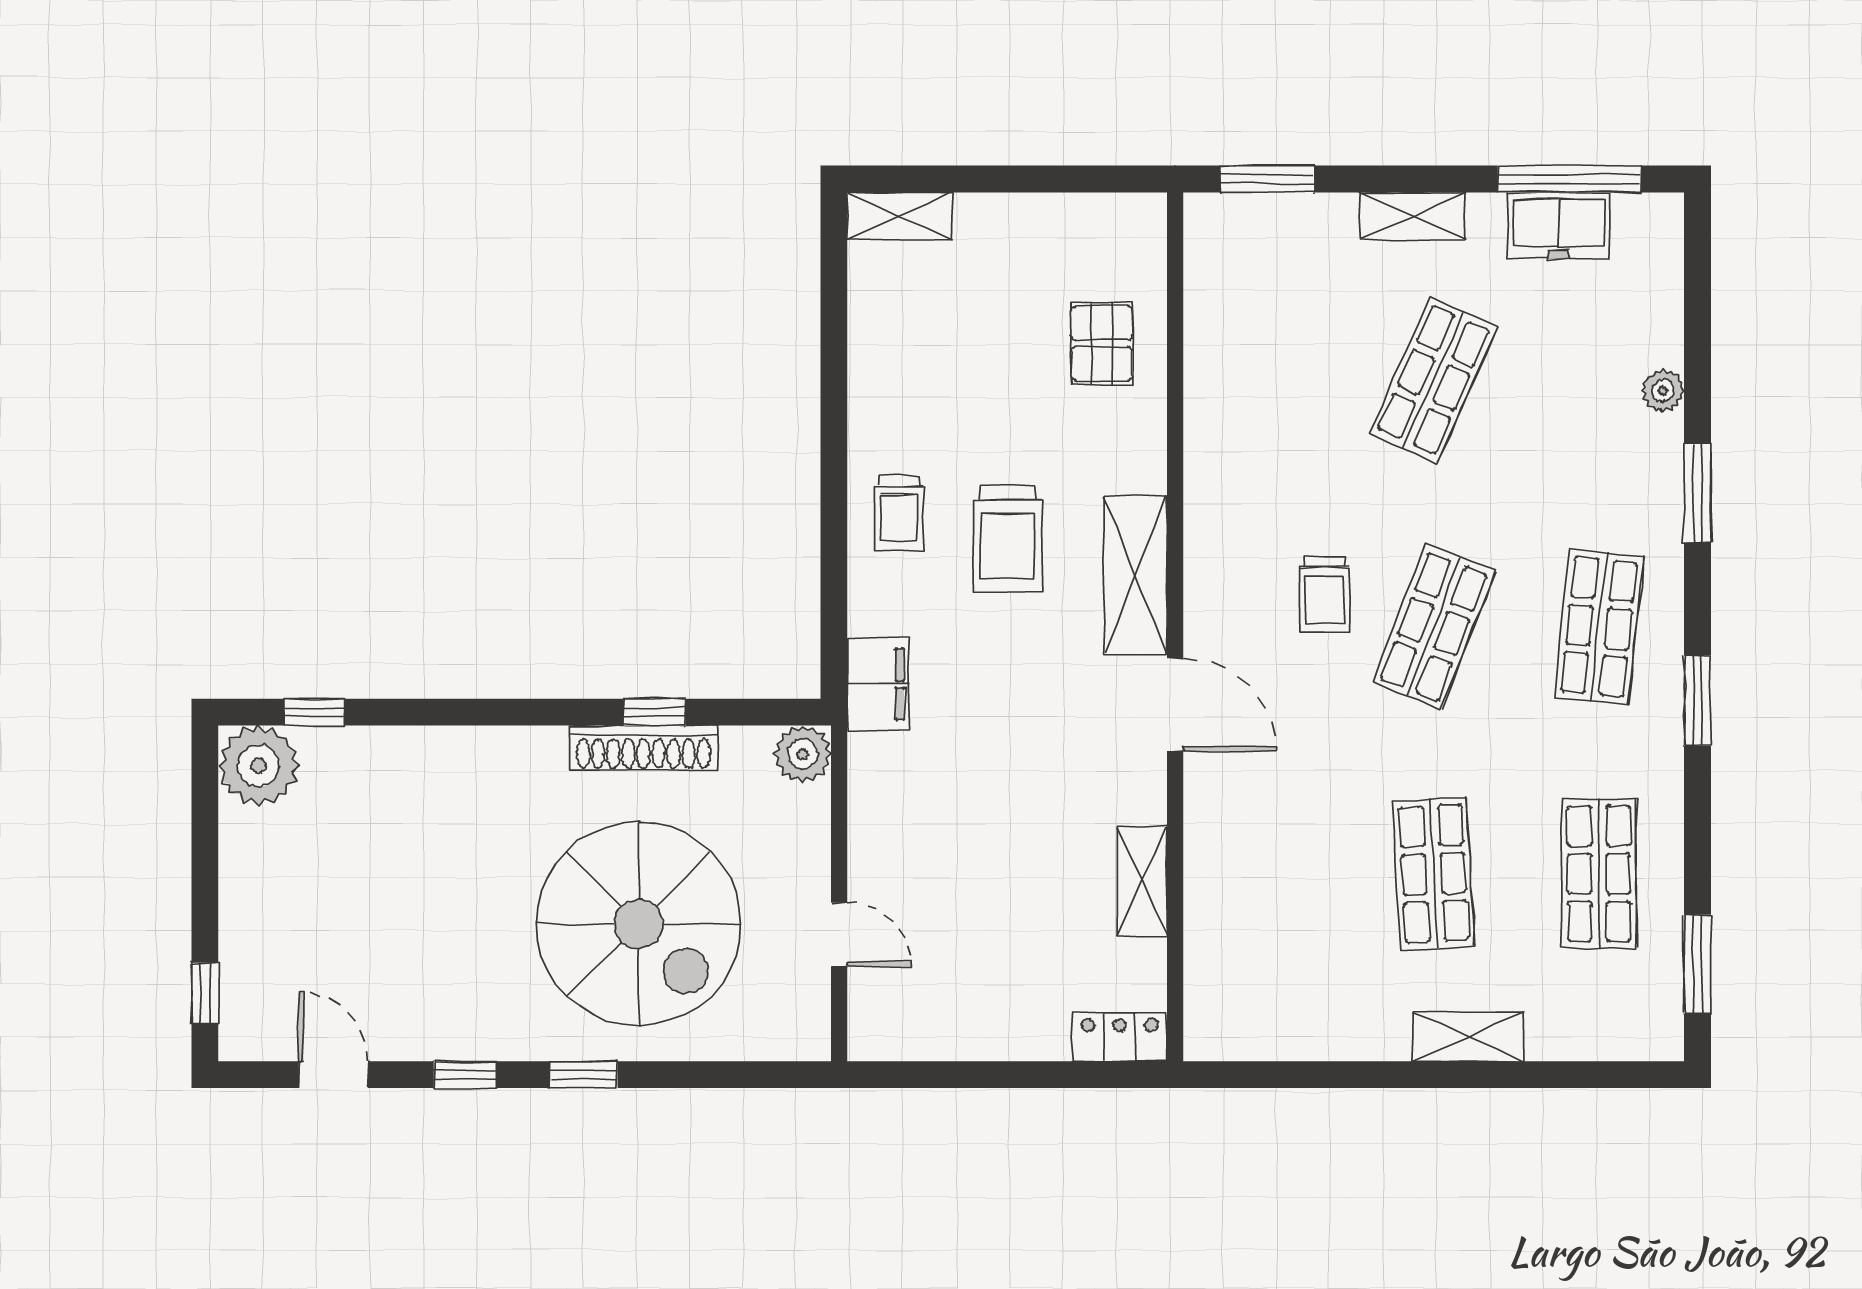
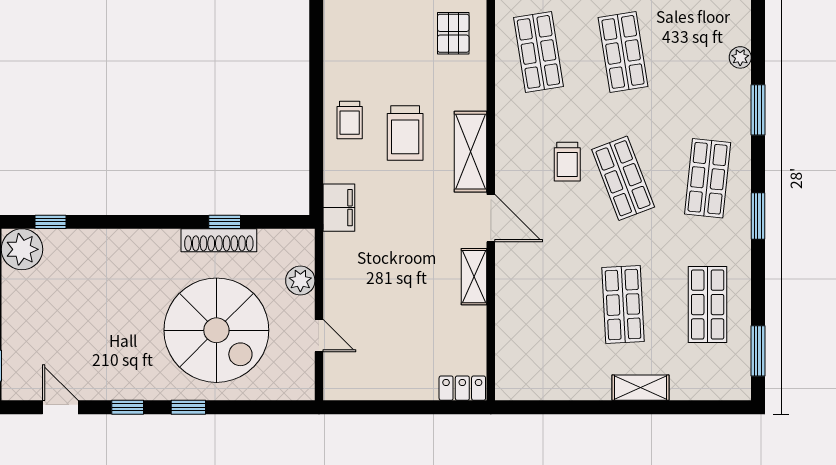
shop shelf: (1268, 380) -> (538, 52), added
shop shelf: (1434, 380) -> (623, 52), turned -33
shop shelf: (1434, 627) -> (623, 178), turned -42
plant: (803, 754) -> (300, 281), moved
shelving: (1142, 881) -> (474, 277), moved

